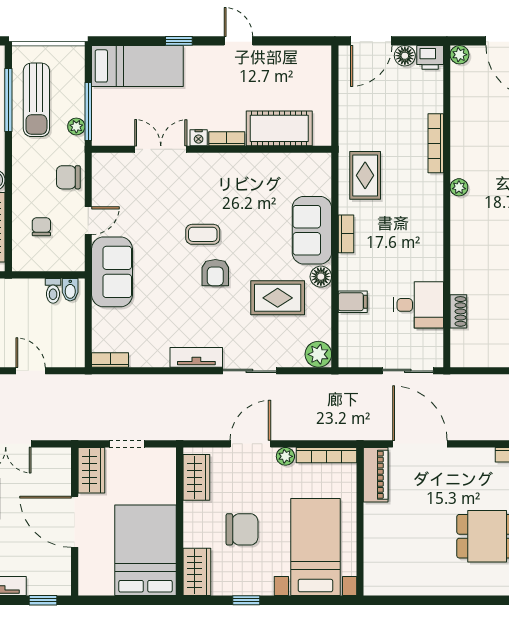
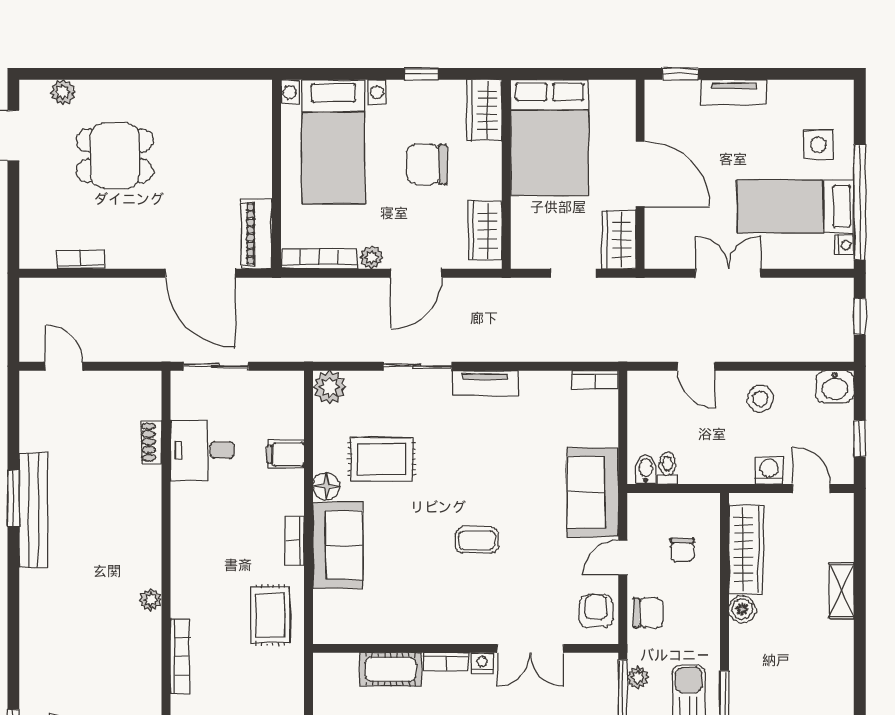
cot: (279, 128) -> (391, 669), width x0.73, depth x0.75
armchair: (215, 273) -> (596, 611), moved

